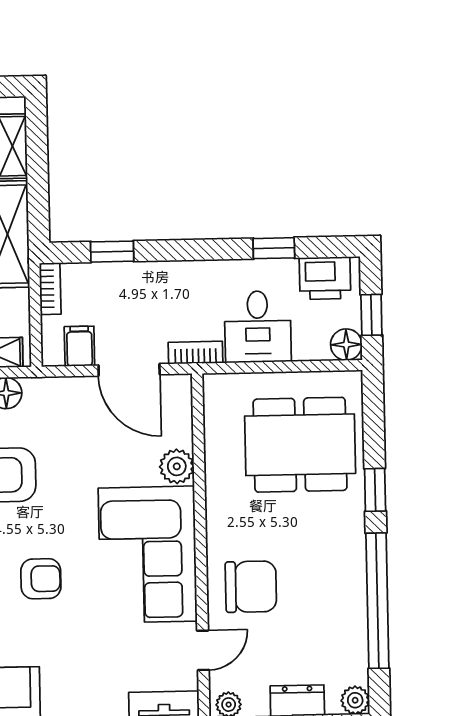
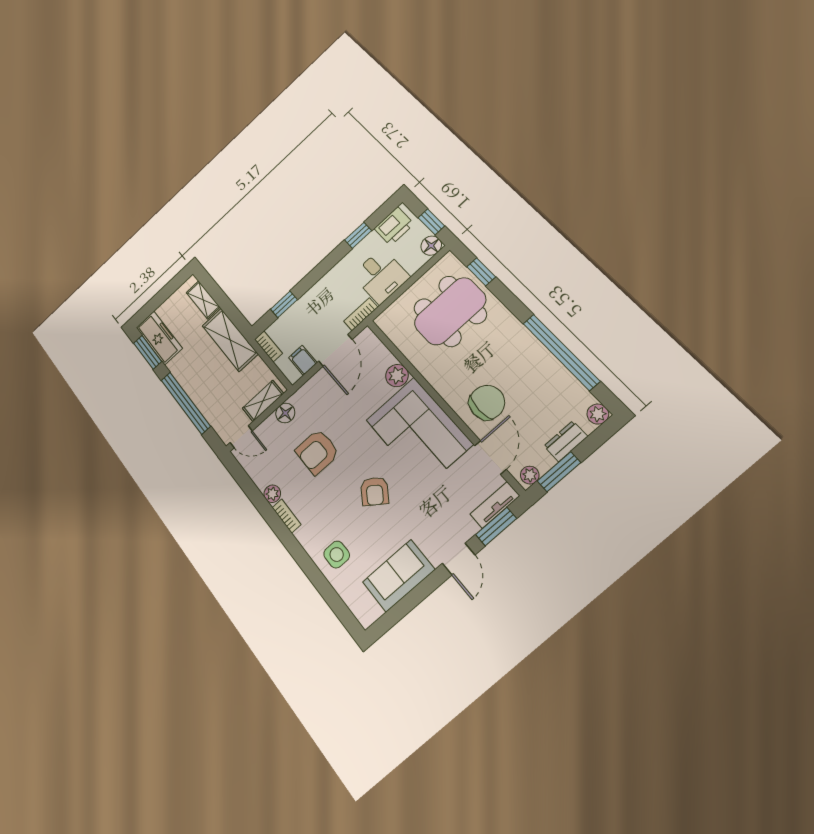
door: (129, 370) -> (335, 350), hinge flipped
window: (375, 490) -> (481, 272), moved
armchair: (41, 579) -> (375, 491), turned 125
door: (203, 650) -> (490, 457), width x1.38

